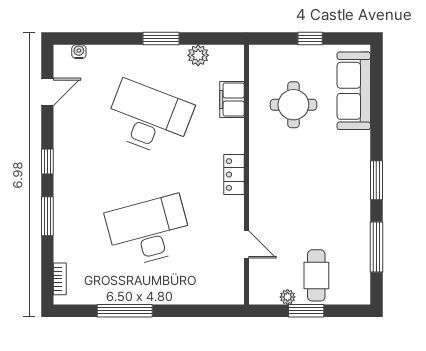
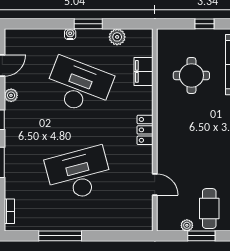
water cooler: (79, 52) -> (70, 34), moved
plant: (62, 130) -> (11, 95), added

